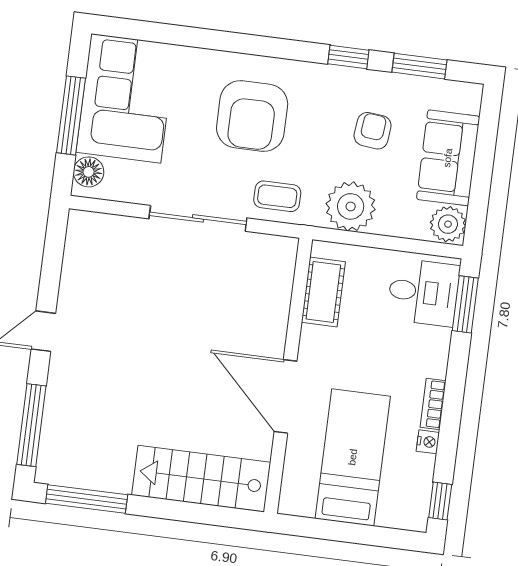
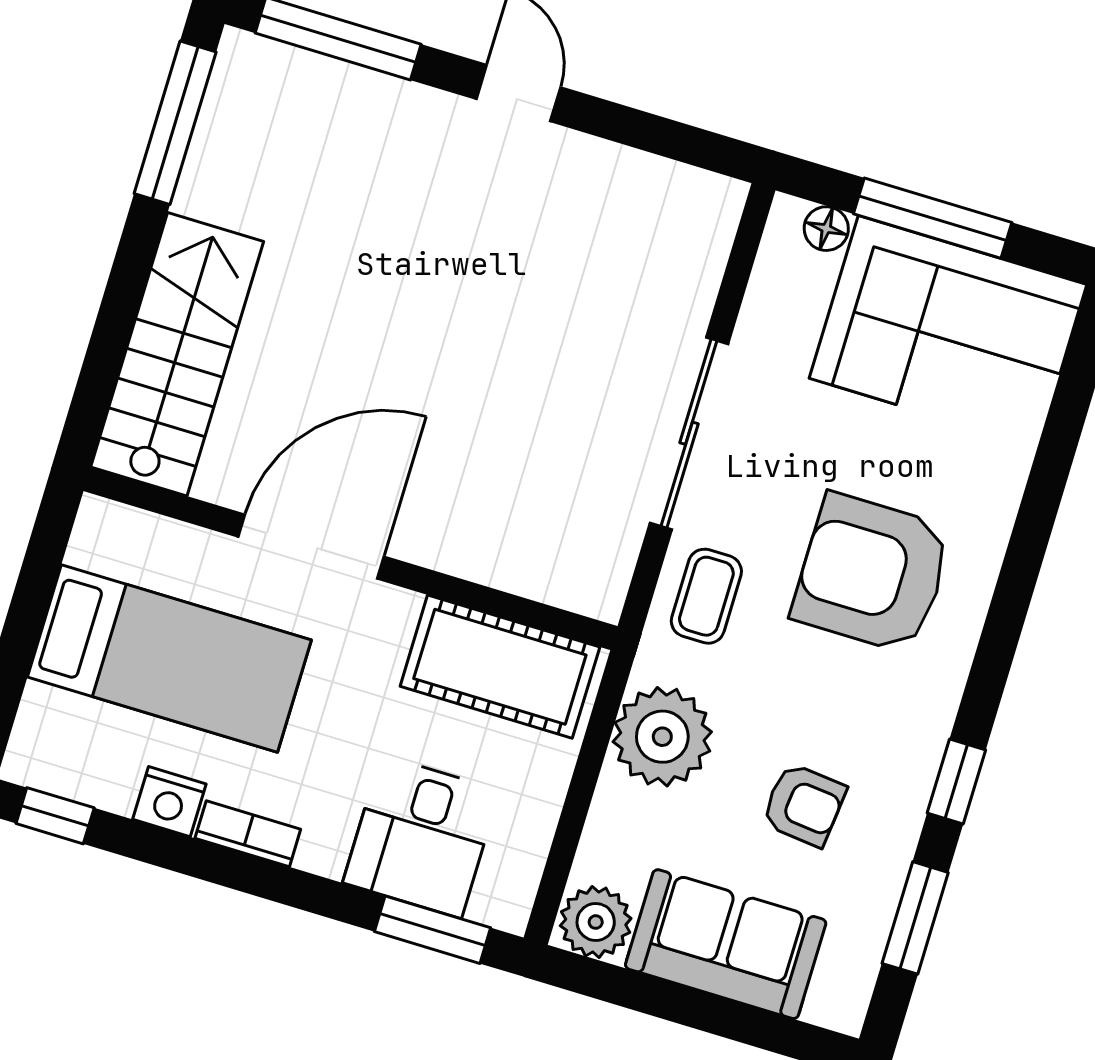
floor lamp: (89, 172) -> (826, 229), width x0.73, depth x0.73
cot: (323, 292) -> (500, 667), width x1.37, depth x1.34
desk: (423, 292) -> (421, 837), moved
nightstand: (428, 442) -> (169, 802), width x1.39, depth x1.35

